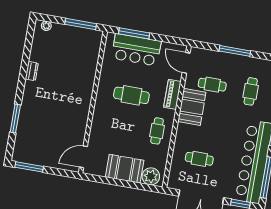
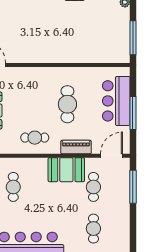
window: (134, 33) -> (133, 113), moved
window: (235, 51) -> (133, 187), moved
cafe table: (251, 91) -> (93, 229), turned 90

